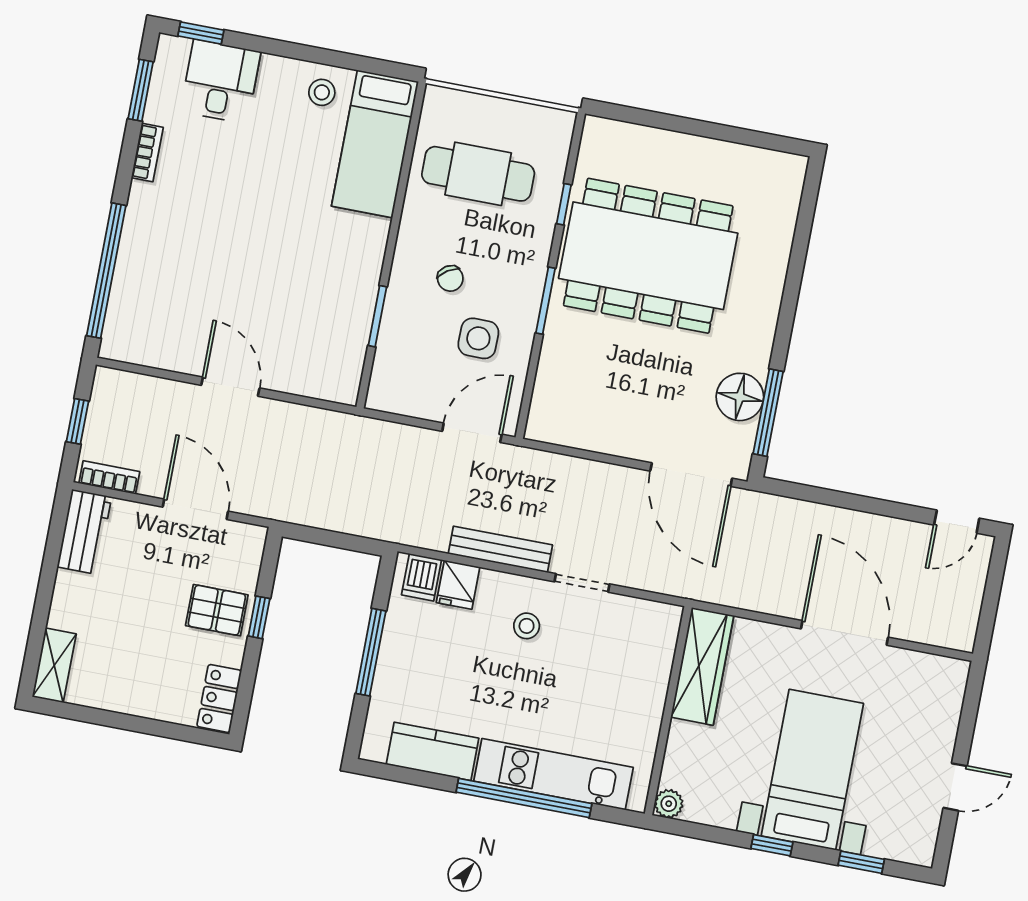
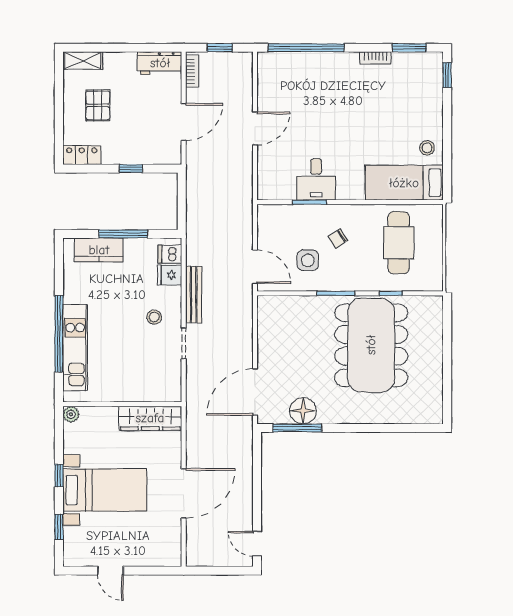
desk: (220, 82) -> (316, 179), moved, turned 90
pallet: (217, 610) -> (98, 105), moved
kitchen counter: (433, 751) -> (99, 250), moved, turned 90

